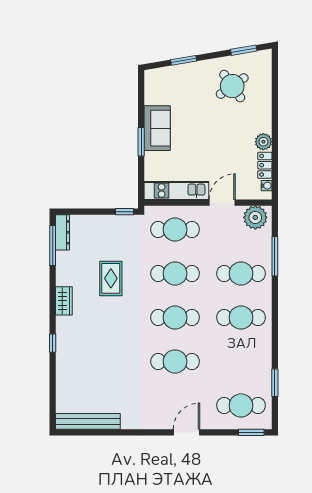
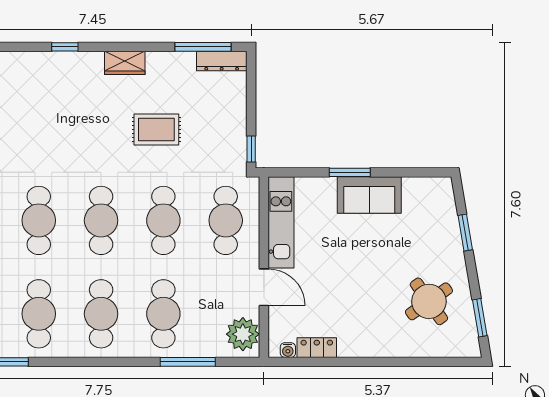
plant: (263, 142) -> (350, 346), removed
cafe table: (241, 361) -> (39, 314), added

